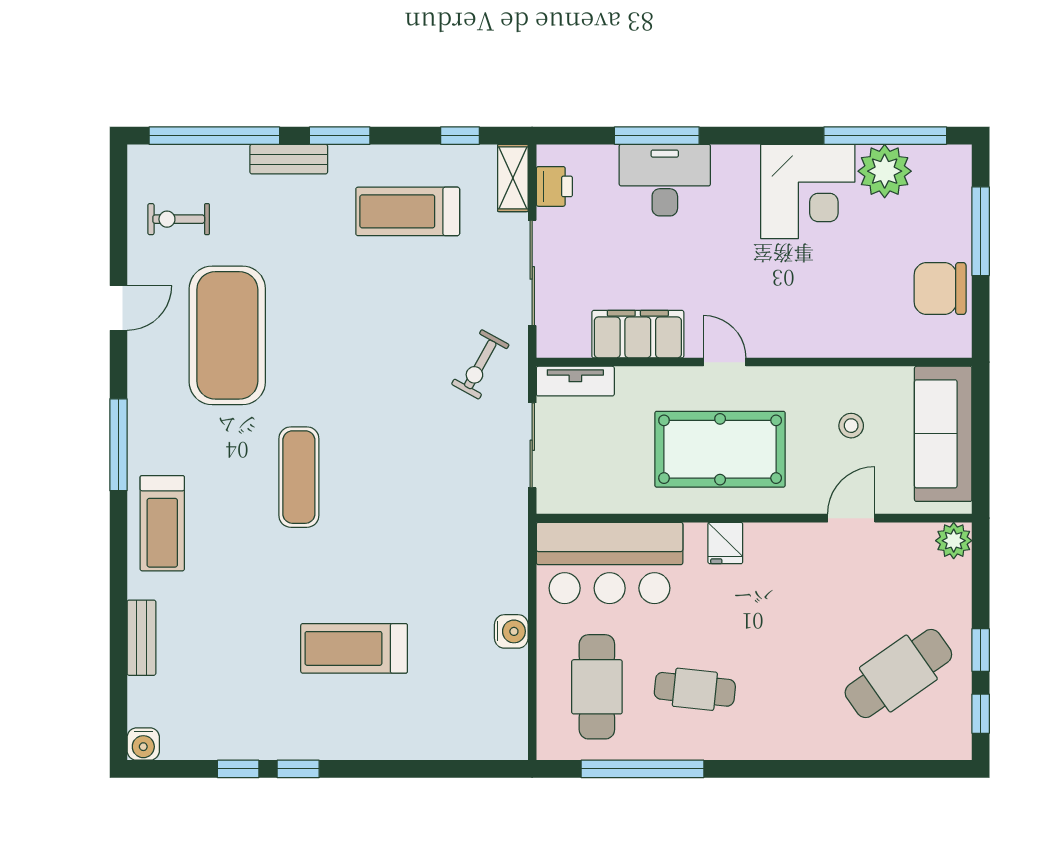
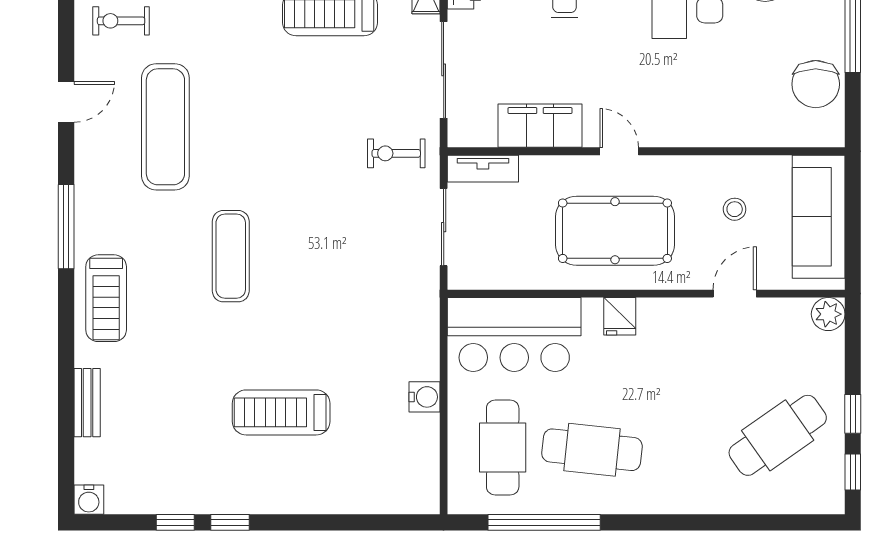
chair: (940, 288) -> (816, 84), turned -90
exercise mat: (227, 335) -> (165, 127), width x0.68
exercise bike: (480, 364) -> (396, 153), turned 61
cafe table: (695, 689) -> (592, 450), width x1.37, depth x1.35

